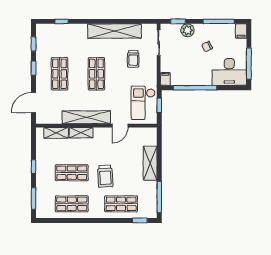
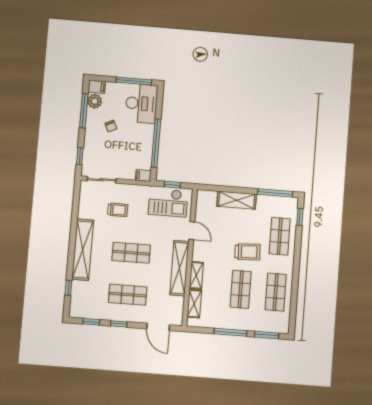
plant: (187, 30) -> (95, 101), moved
shelving: (114, 31) -> (83, 250), moved
window: (34, 167) -> (230, 332), width x2.17

